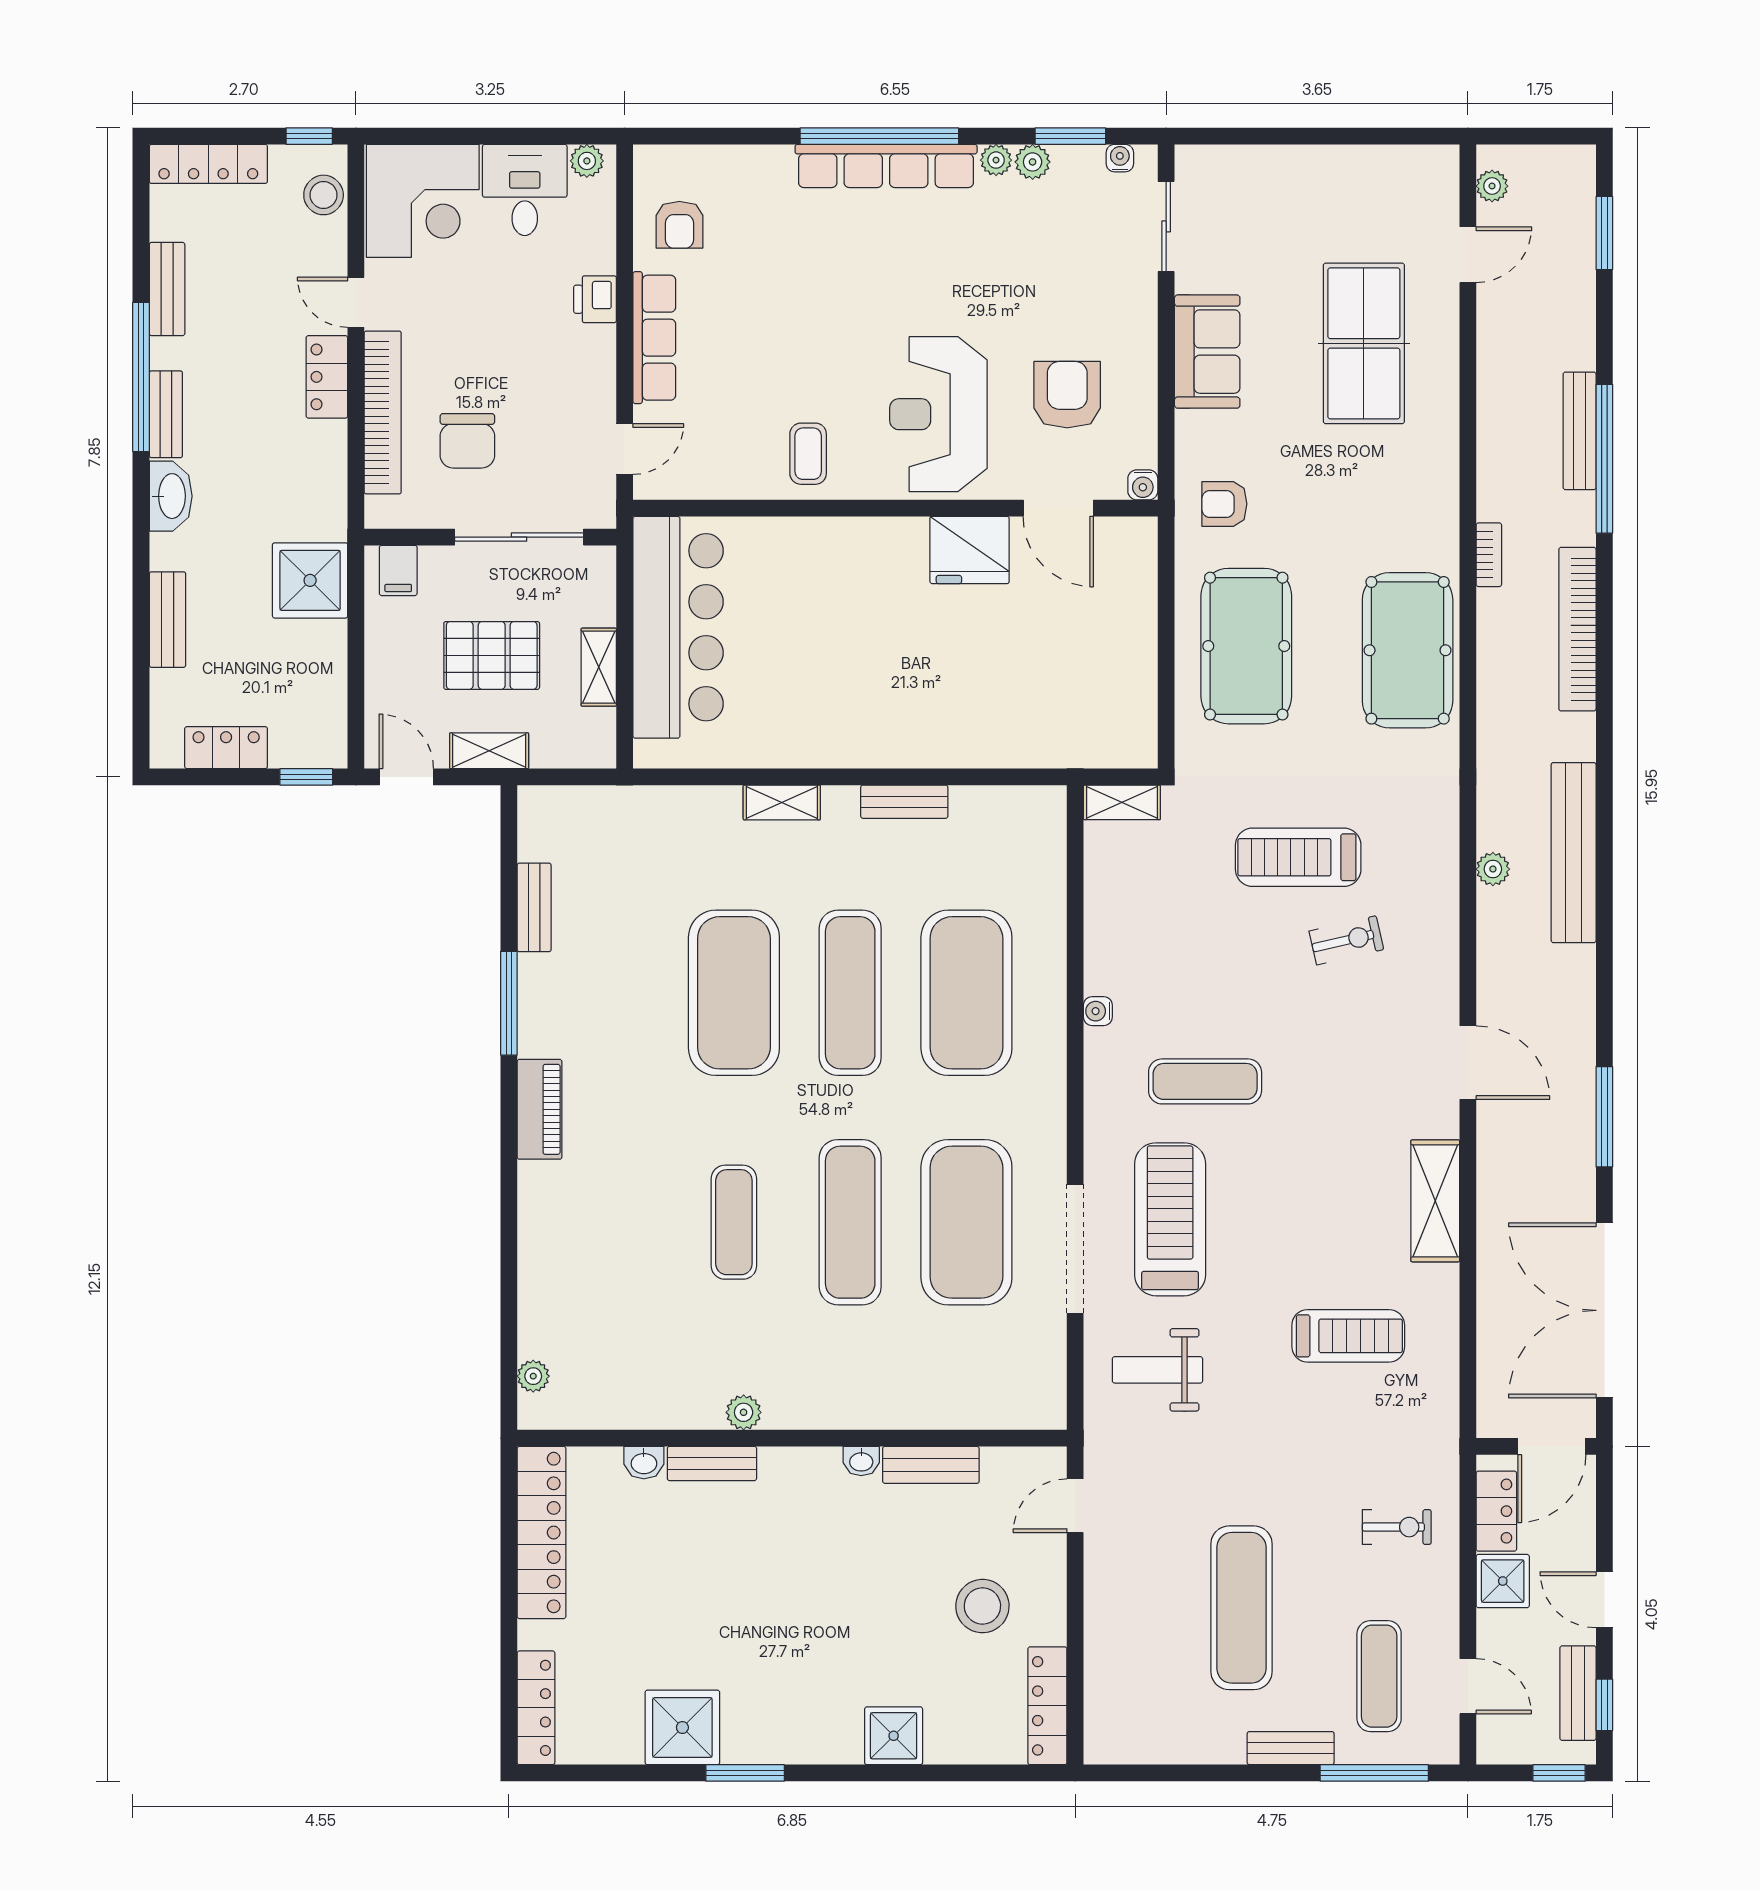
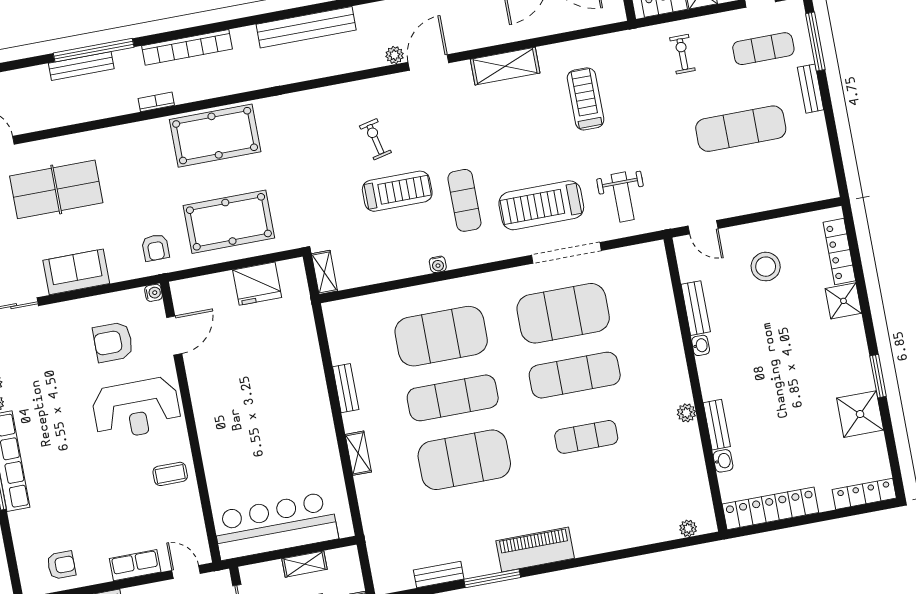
row of seats: (654, 338) -> (135, 565), width x0.68
fridge: (970, 550) -> (257, 284), moved, turned 90
treadmill: (1298, 857) -> (397, 191), moved, turned -90
plant: (1493, 869) -> (395, 55), moved
piano: (539, 1109) -> (535, 549), width x1.37, depth x1.33
locker: (1047, 1706) -> (839, 251), moved, turned 90

